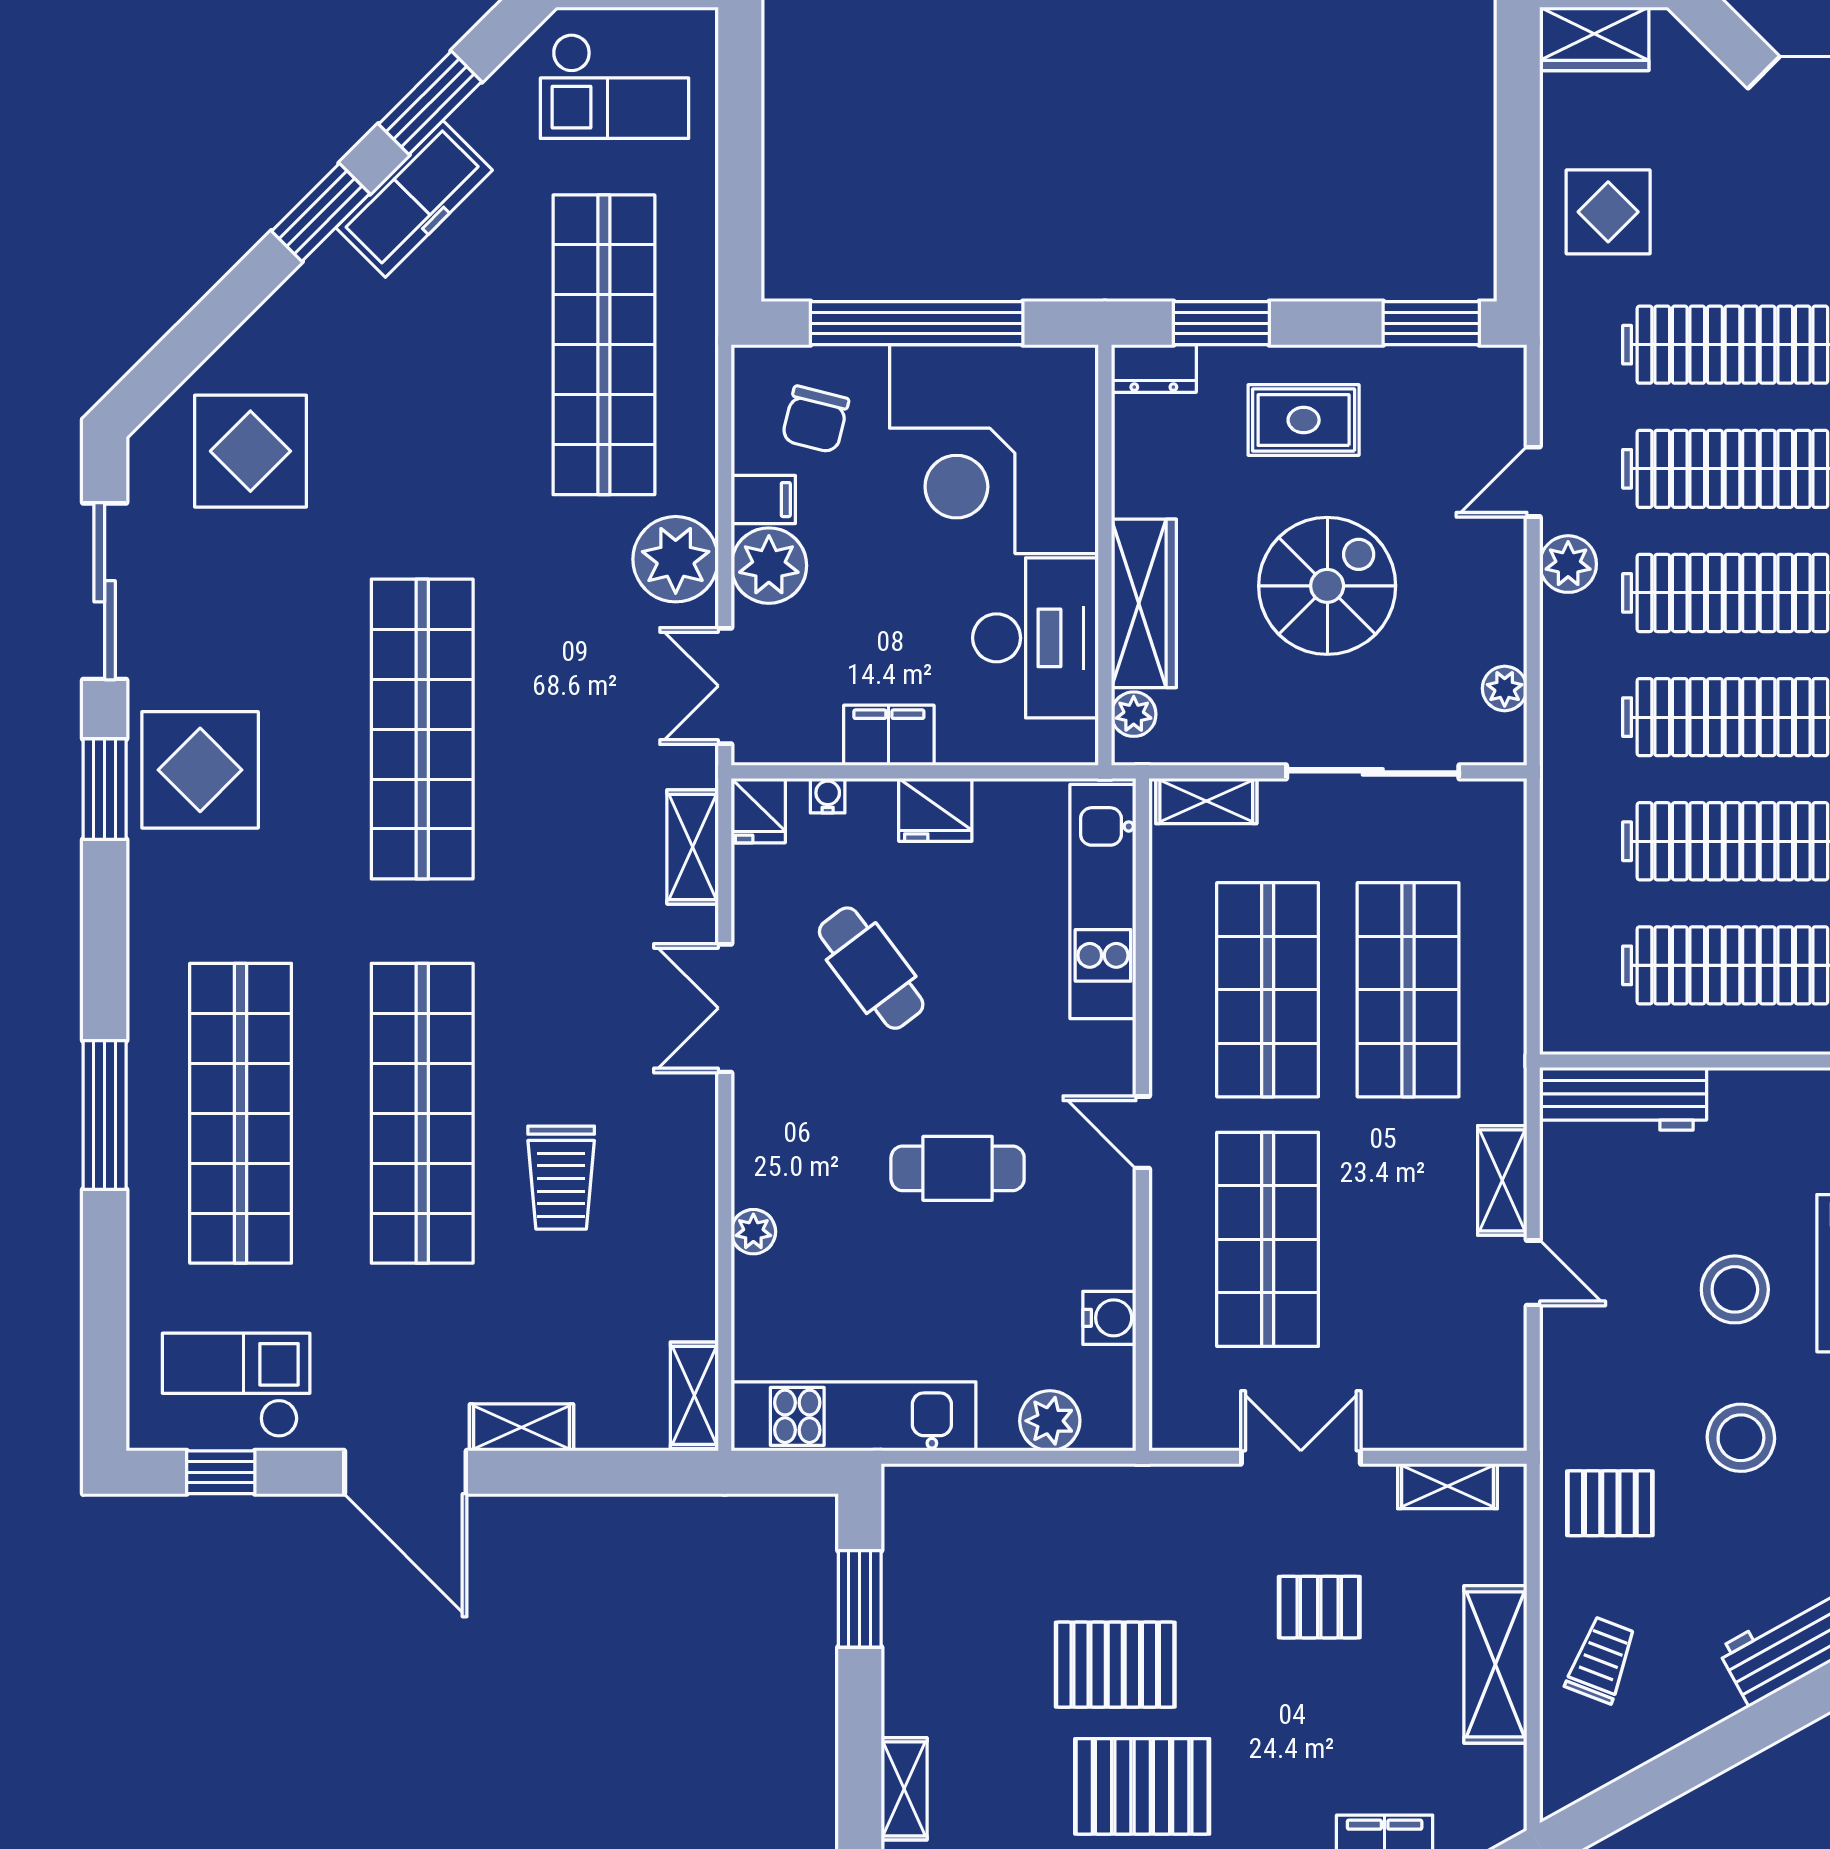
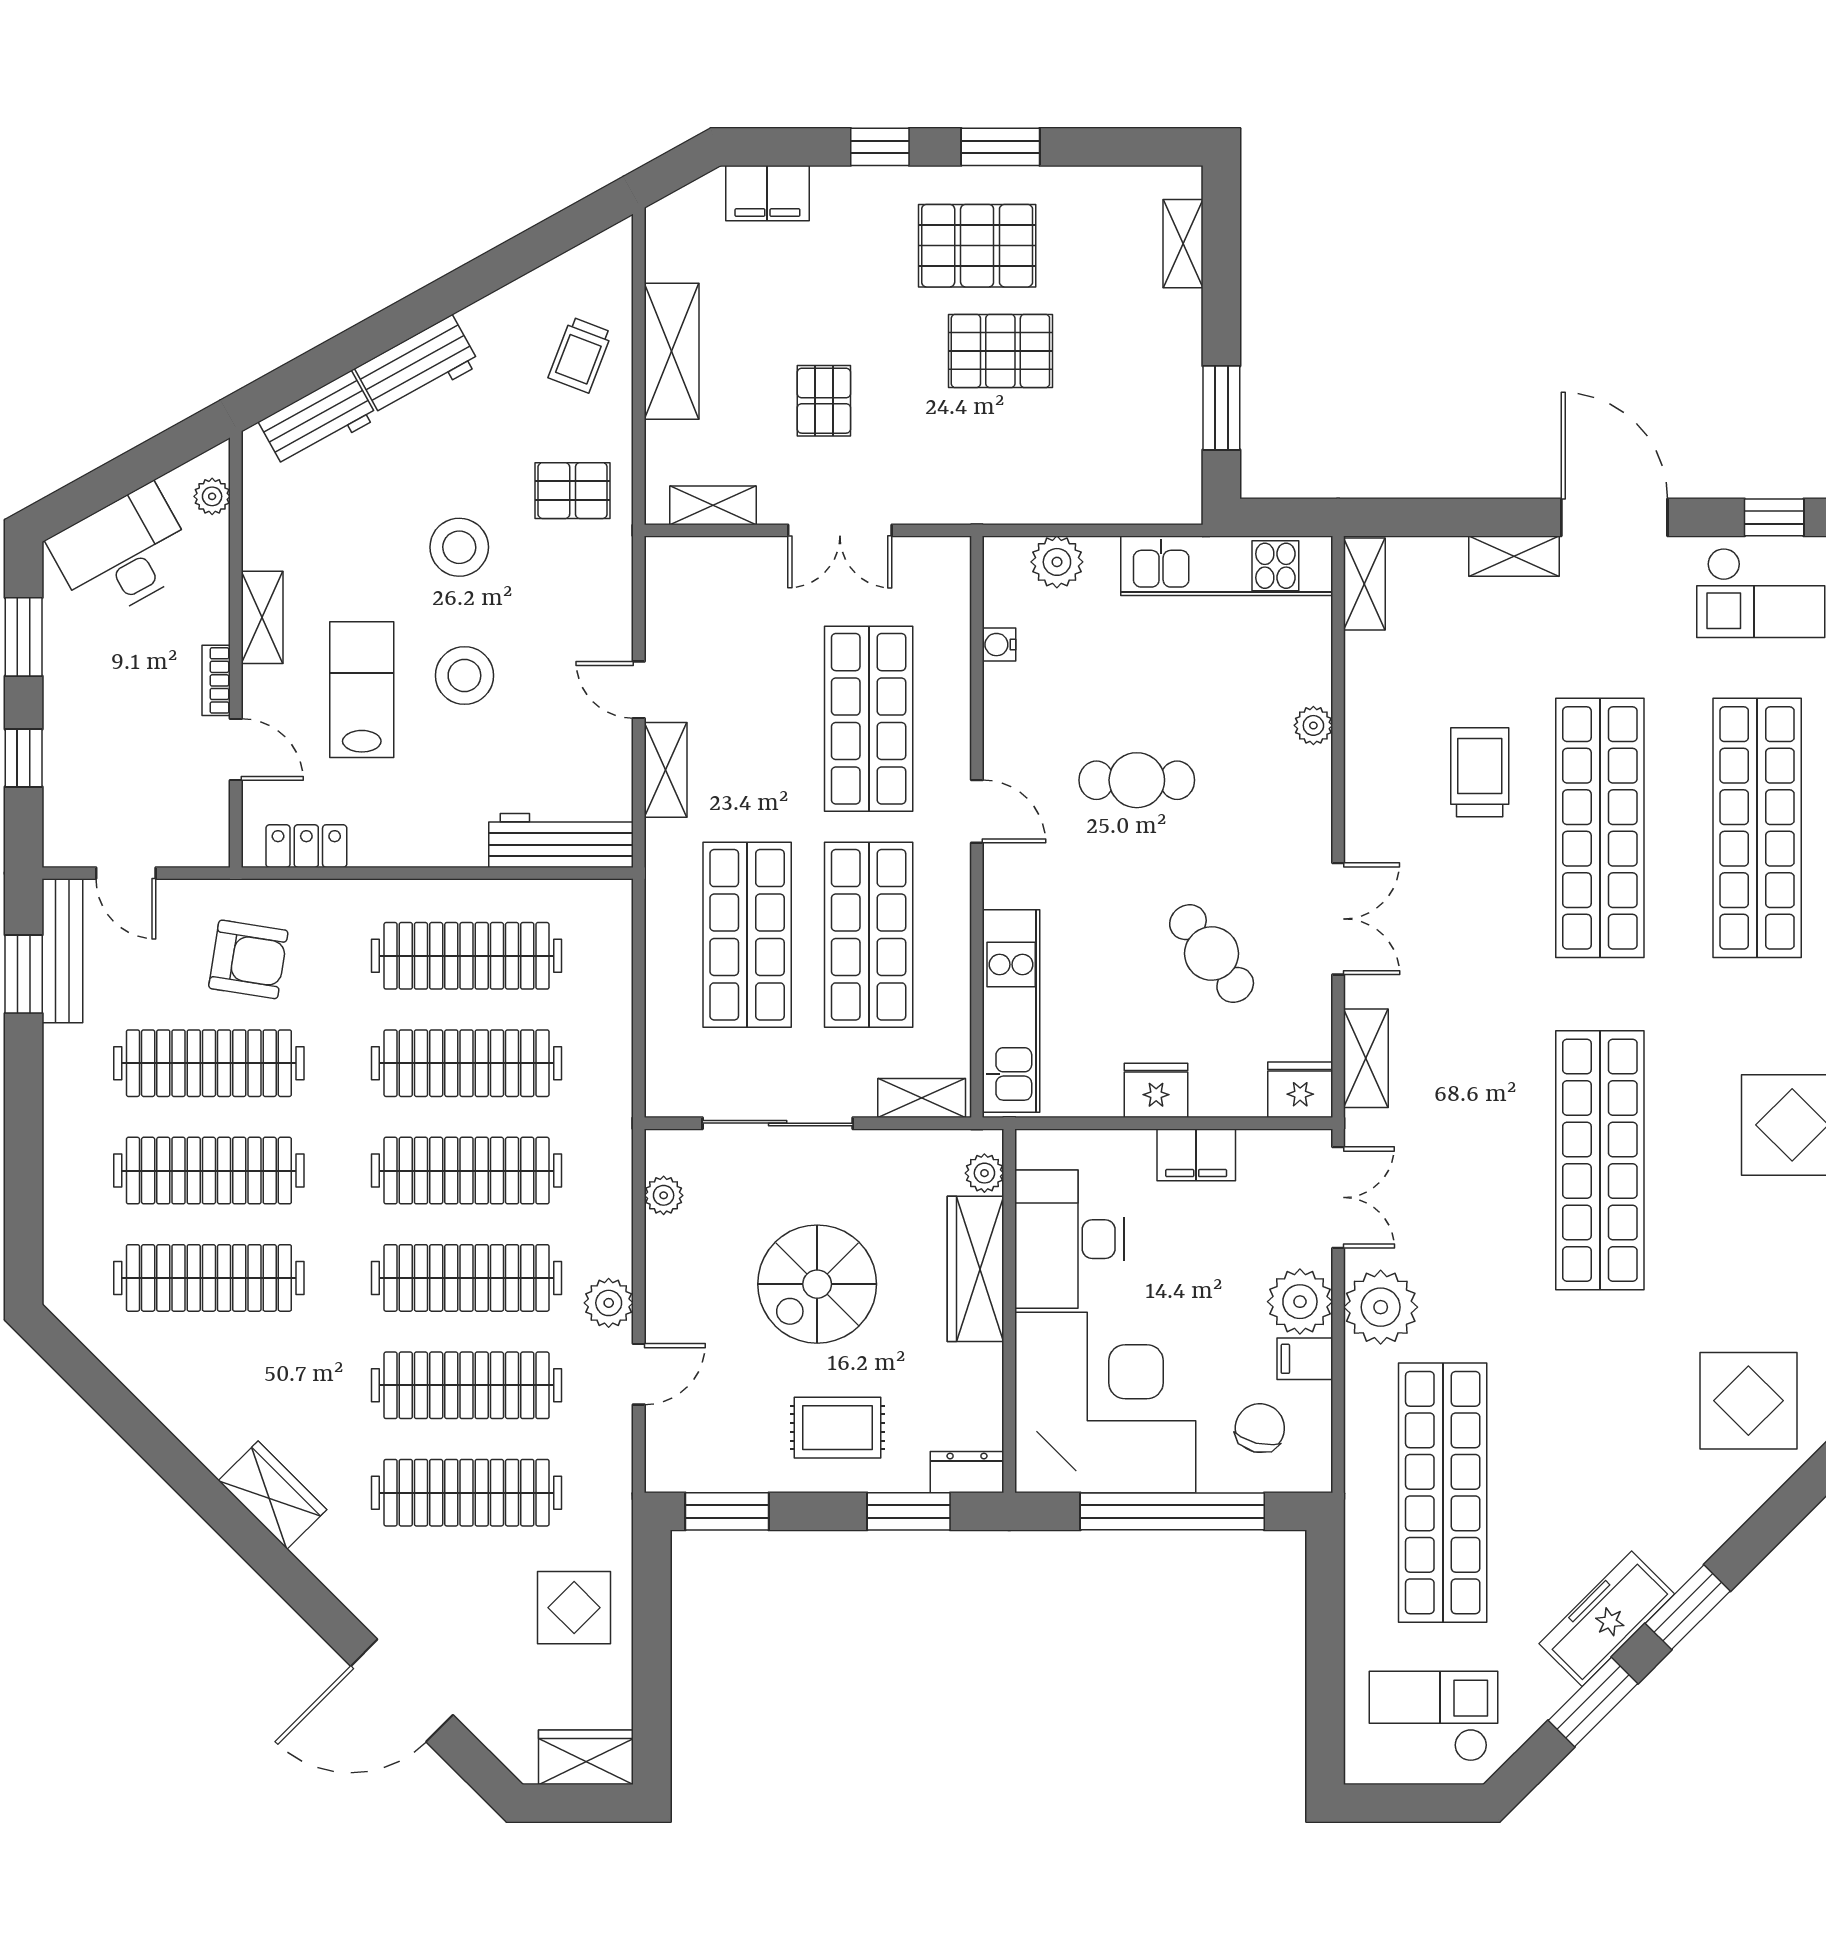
water cooler: (828, 796) -> (1249, 1103), removed
fridge: (758, 811) -> (1300, 1090), width x1.38
water cooler: (1109, 1318) -> (999, 645), width x0.72, depth x0.72
pallet: (1319, 1607) -> (824, 401), turned 90

